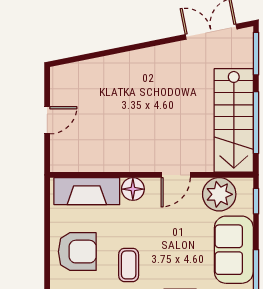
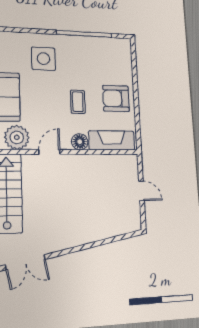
door: (47, 120) -> (141, 191), swing flipped
coffee table: (129, 265) -> (78, 102), moved

